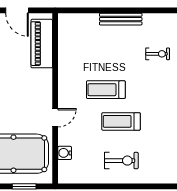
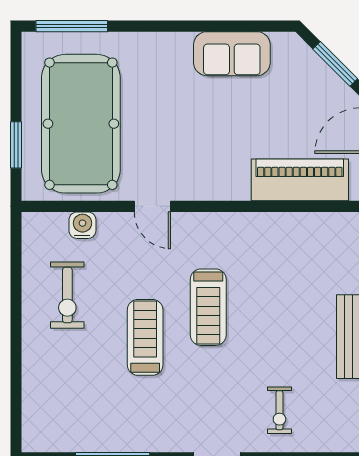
treadmill: (106, 90) -> (208, 307), turned 180
exercise bike: (121, 161) -> (67, 295), moved

